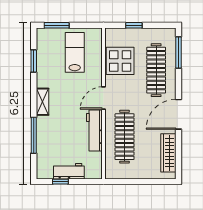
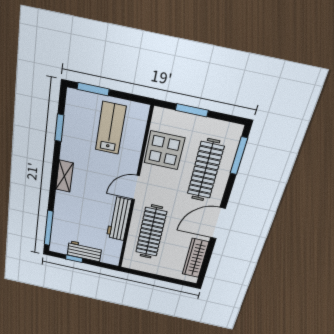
window: (134, 25) -> (192, 110), width x1.50
window: (34, 135) -> (49, 228), moved

